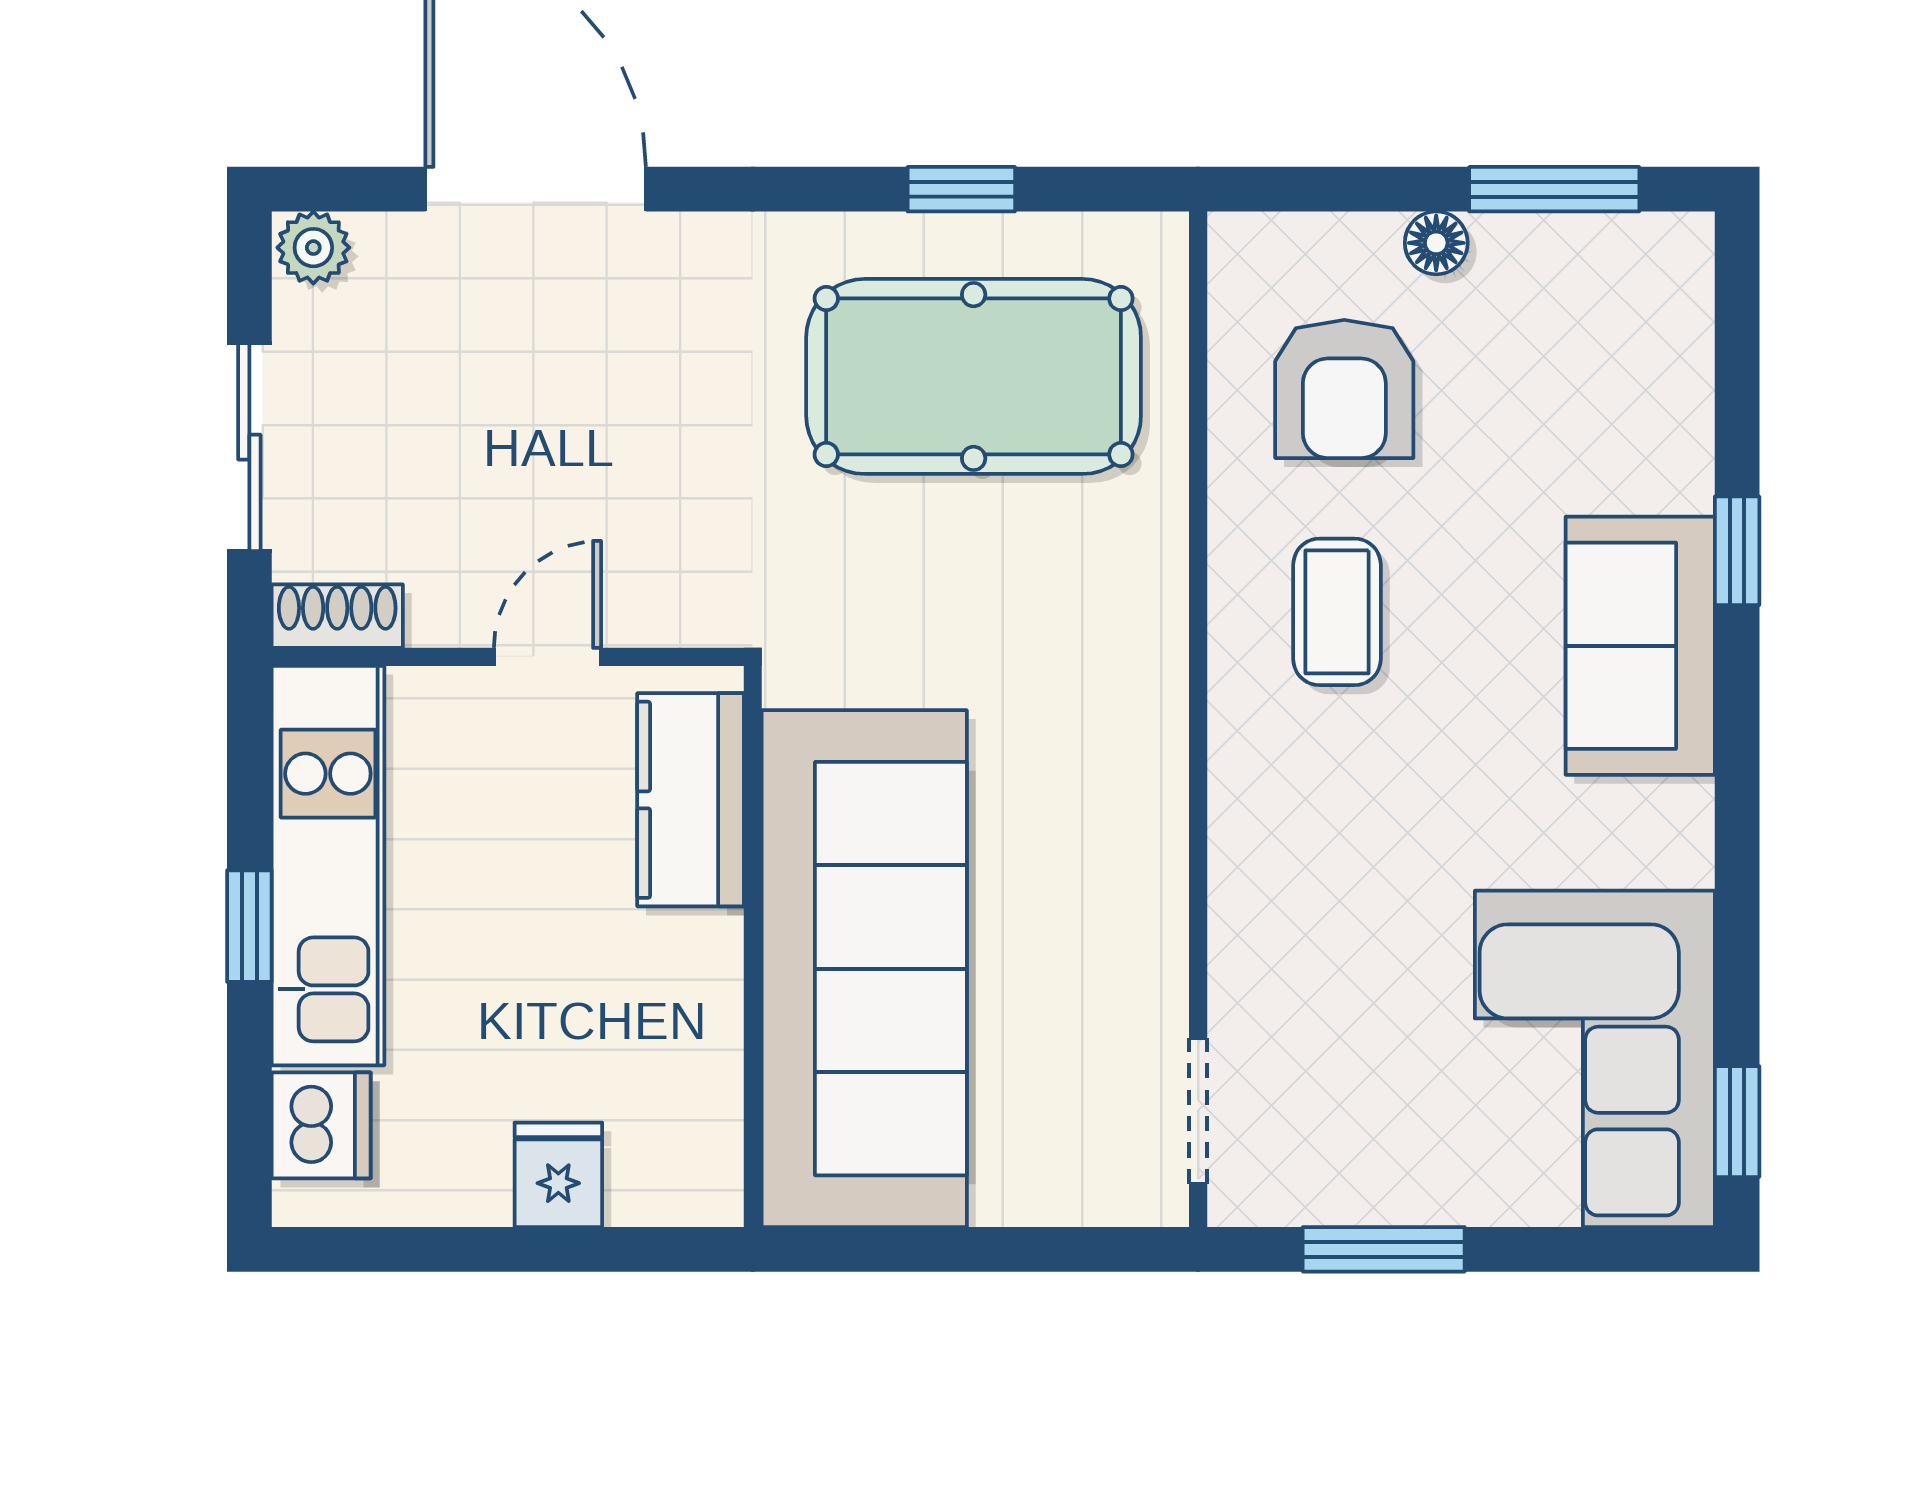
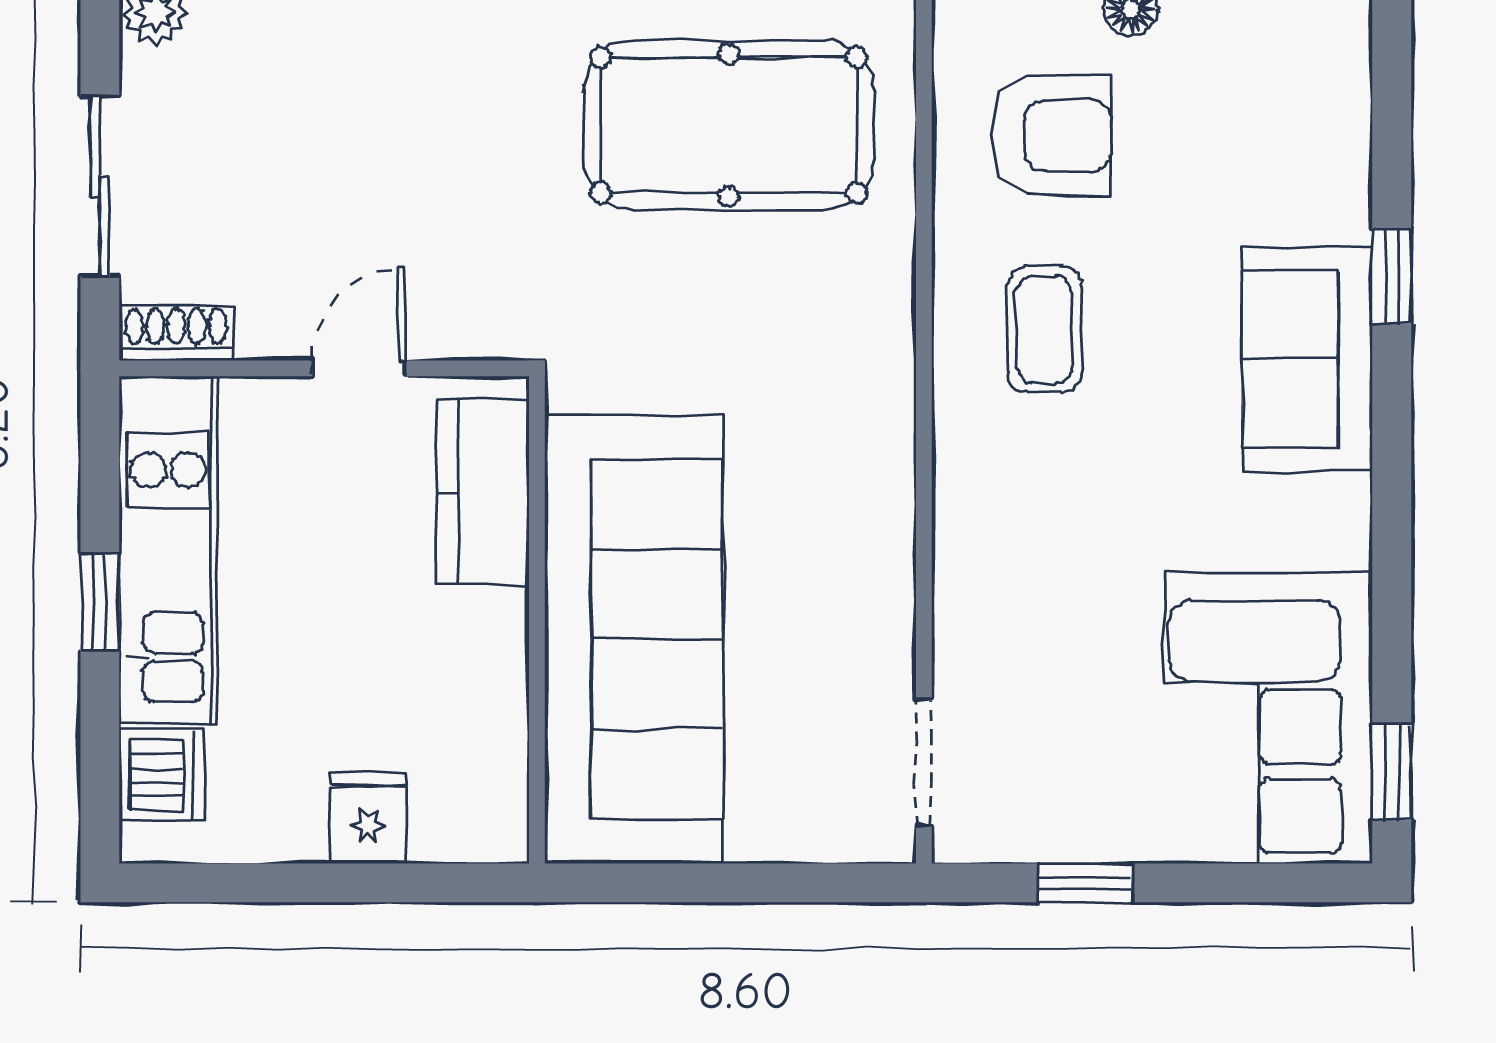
armchair: (1344, 389) -> (1051, 136), turned -90
window: (1384, 1249) -> (1085, 883), width x0.67

